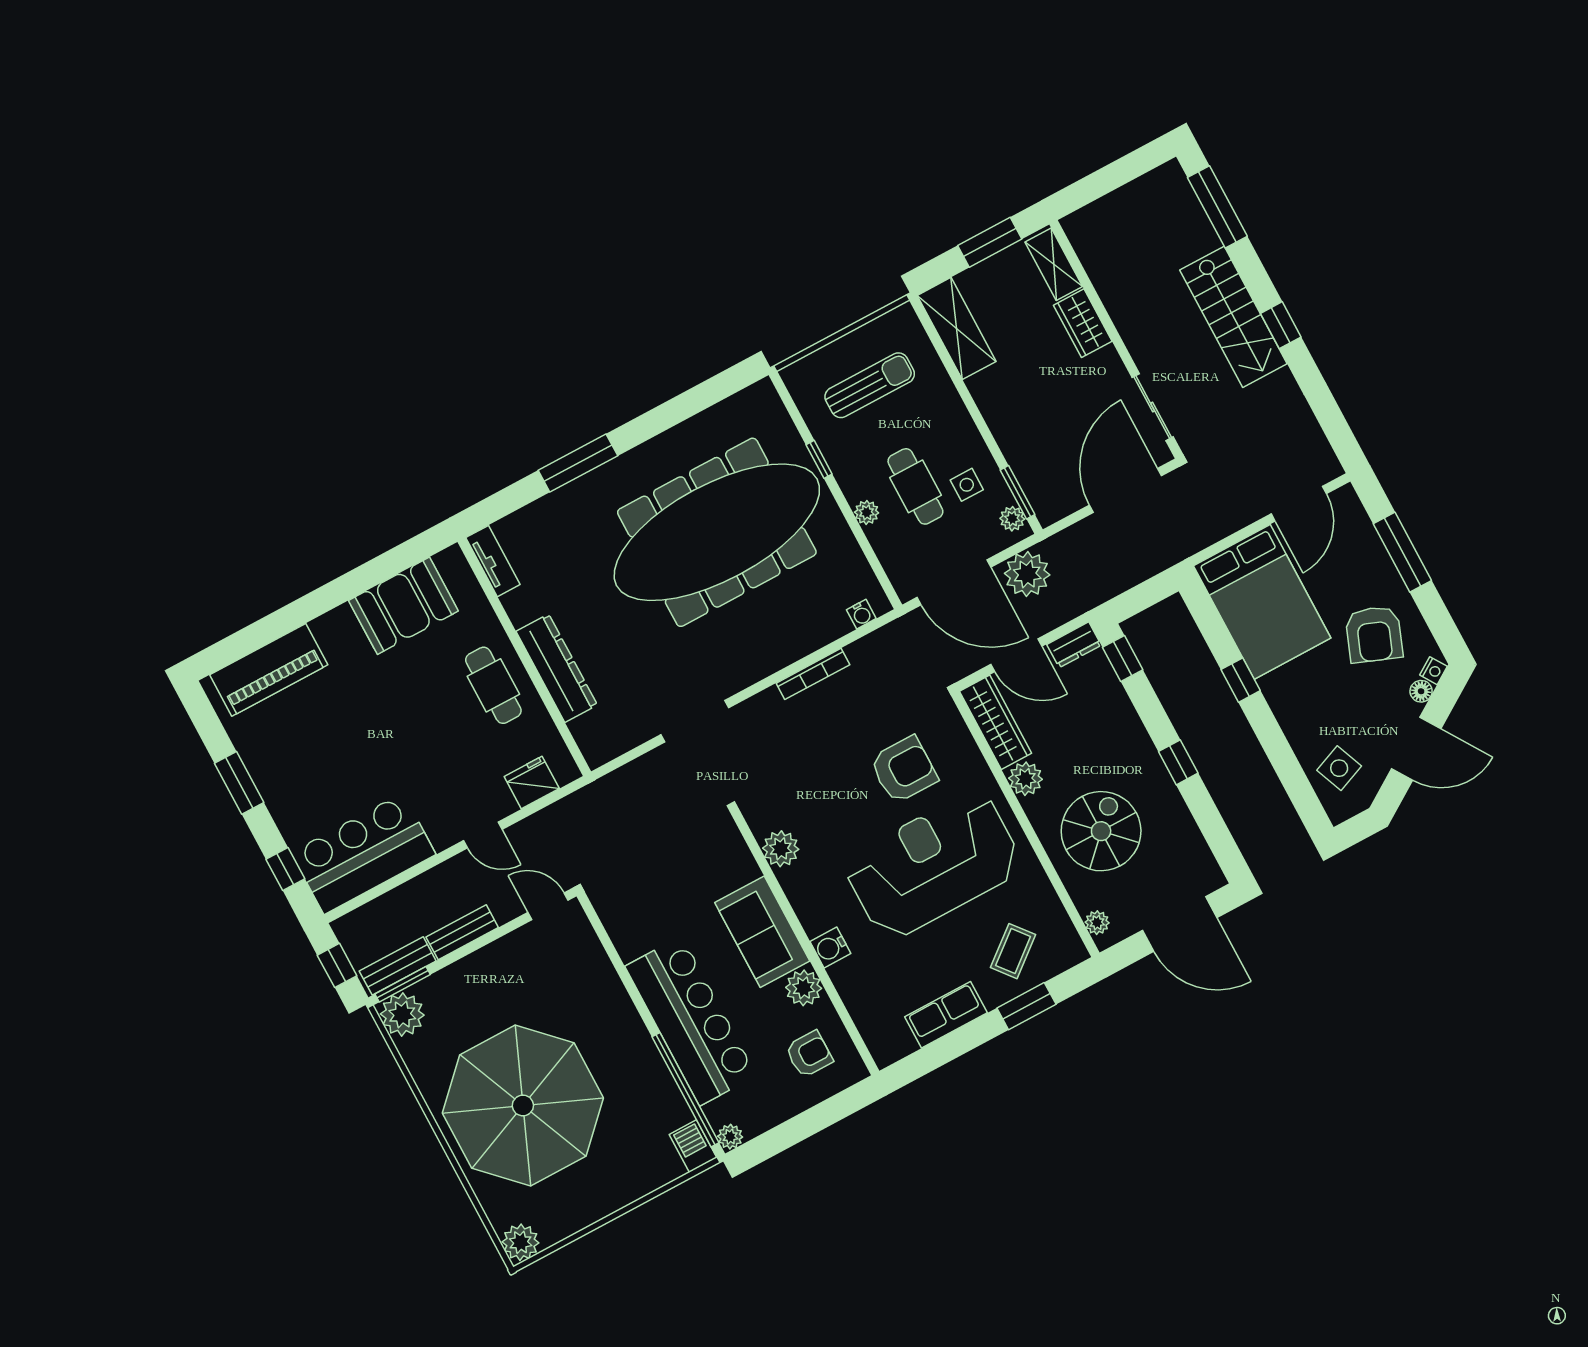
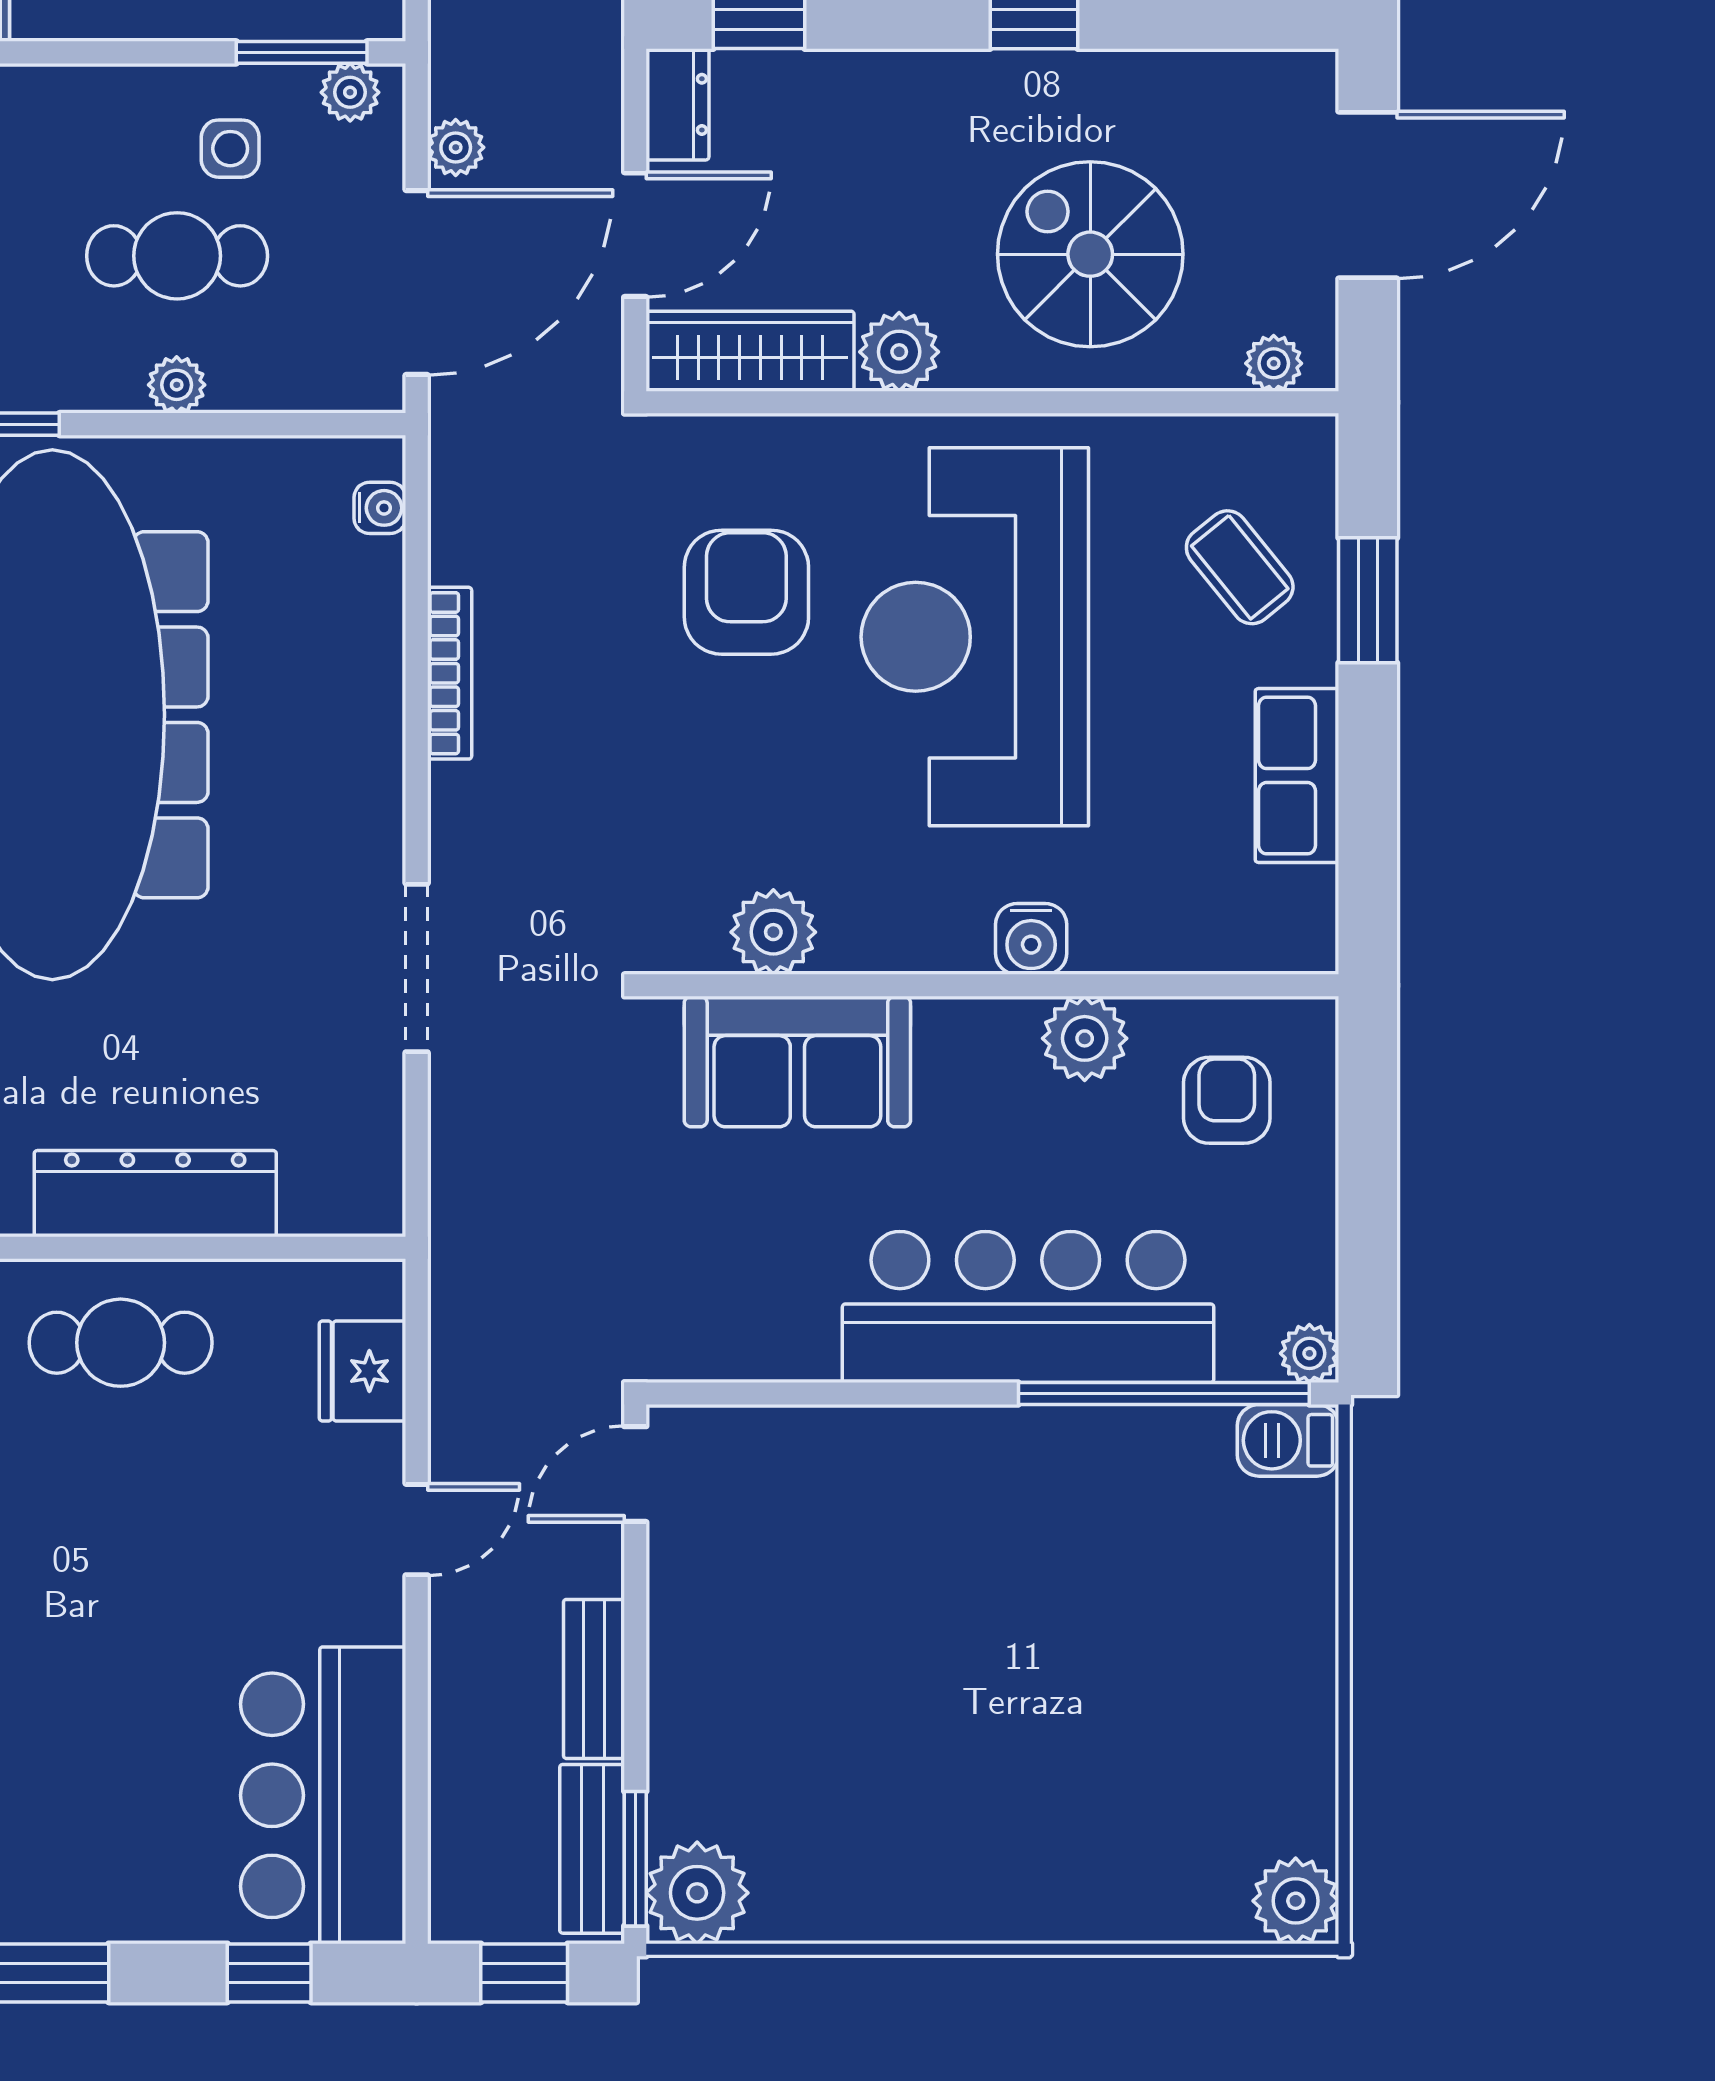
plant: (1027, 574) -> (456, 147), width x0.53, depth x0.53
sofa: (762, 932) -> (797, 1062), moved
parasol: (523, 1105) -> (1017, 1745), removed

